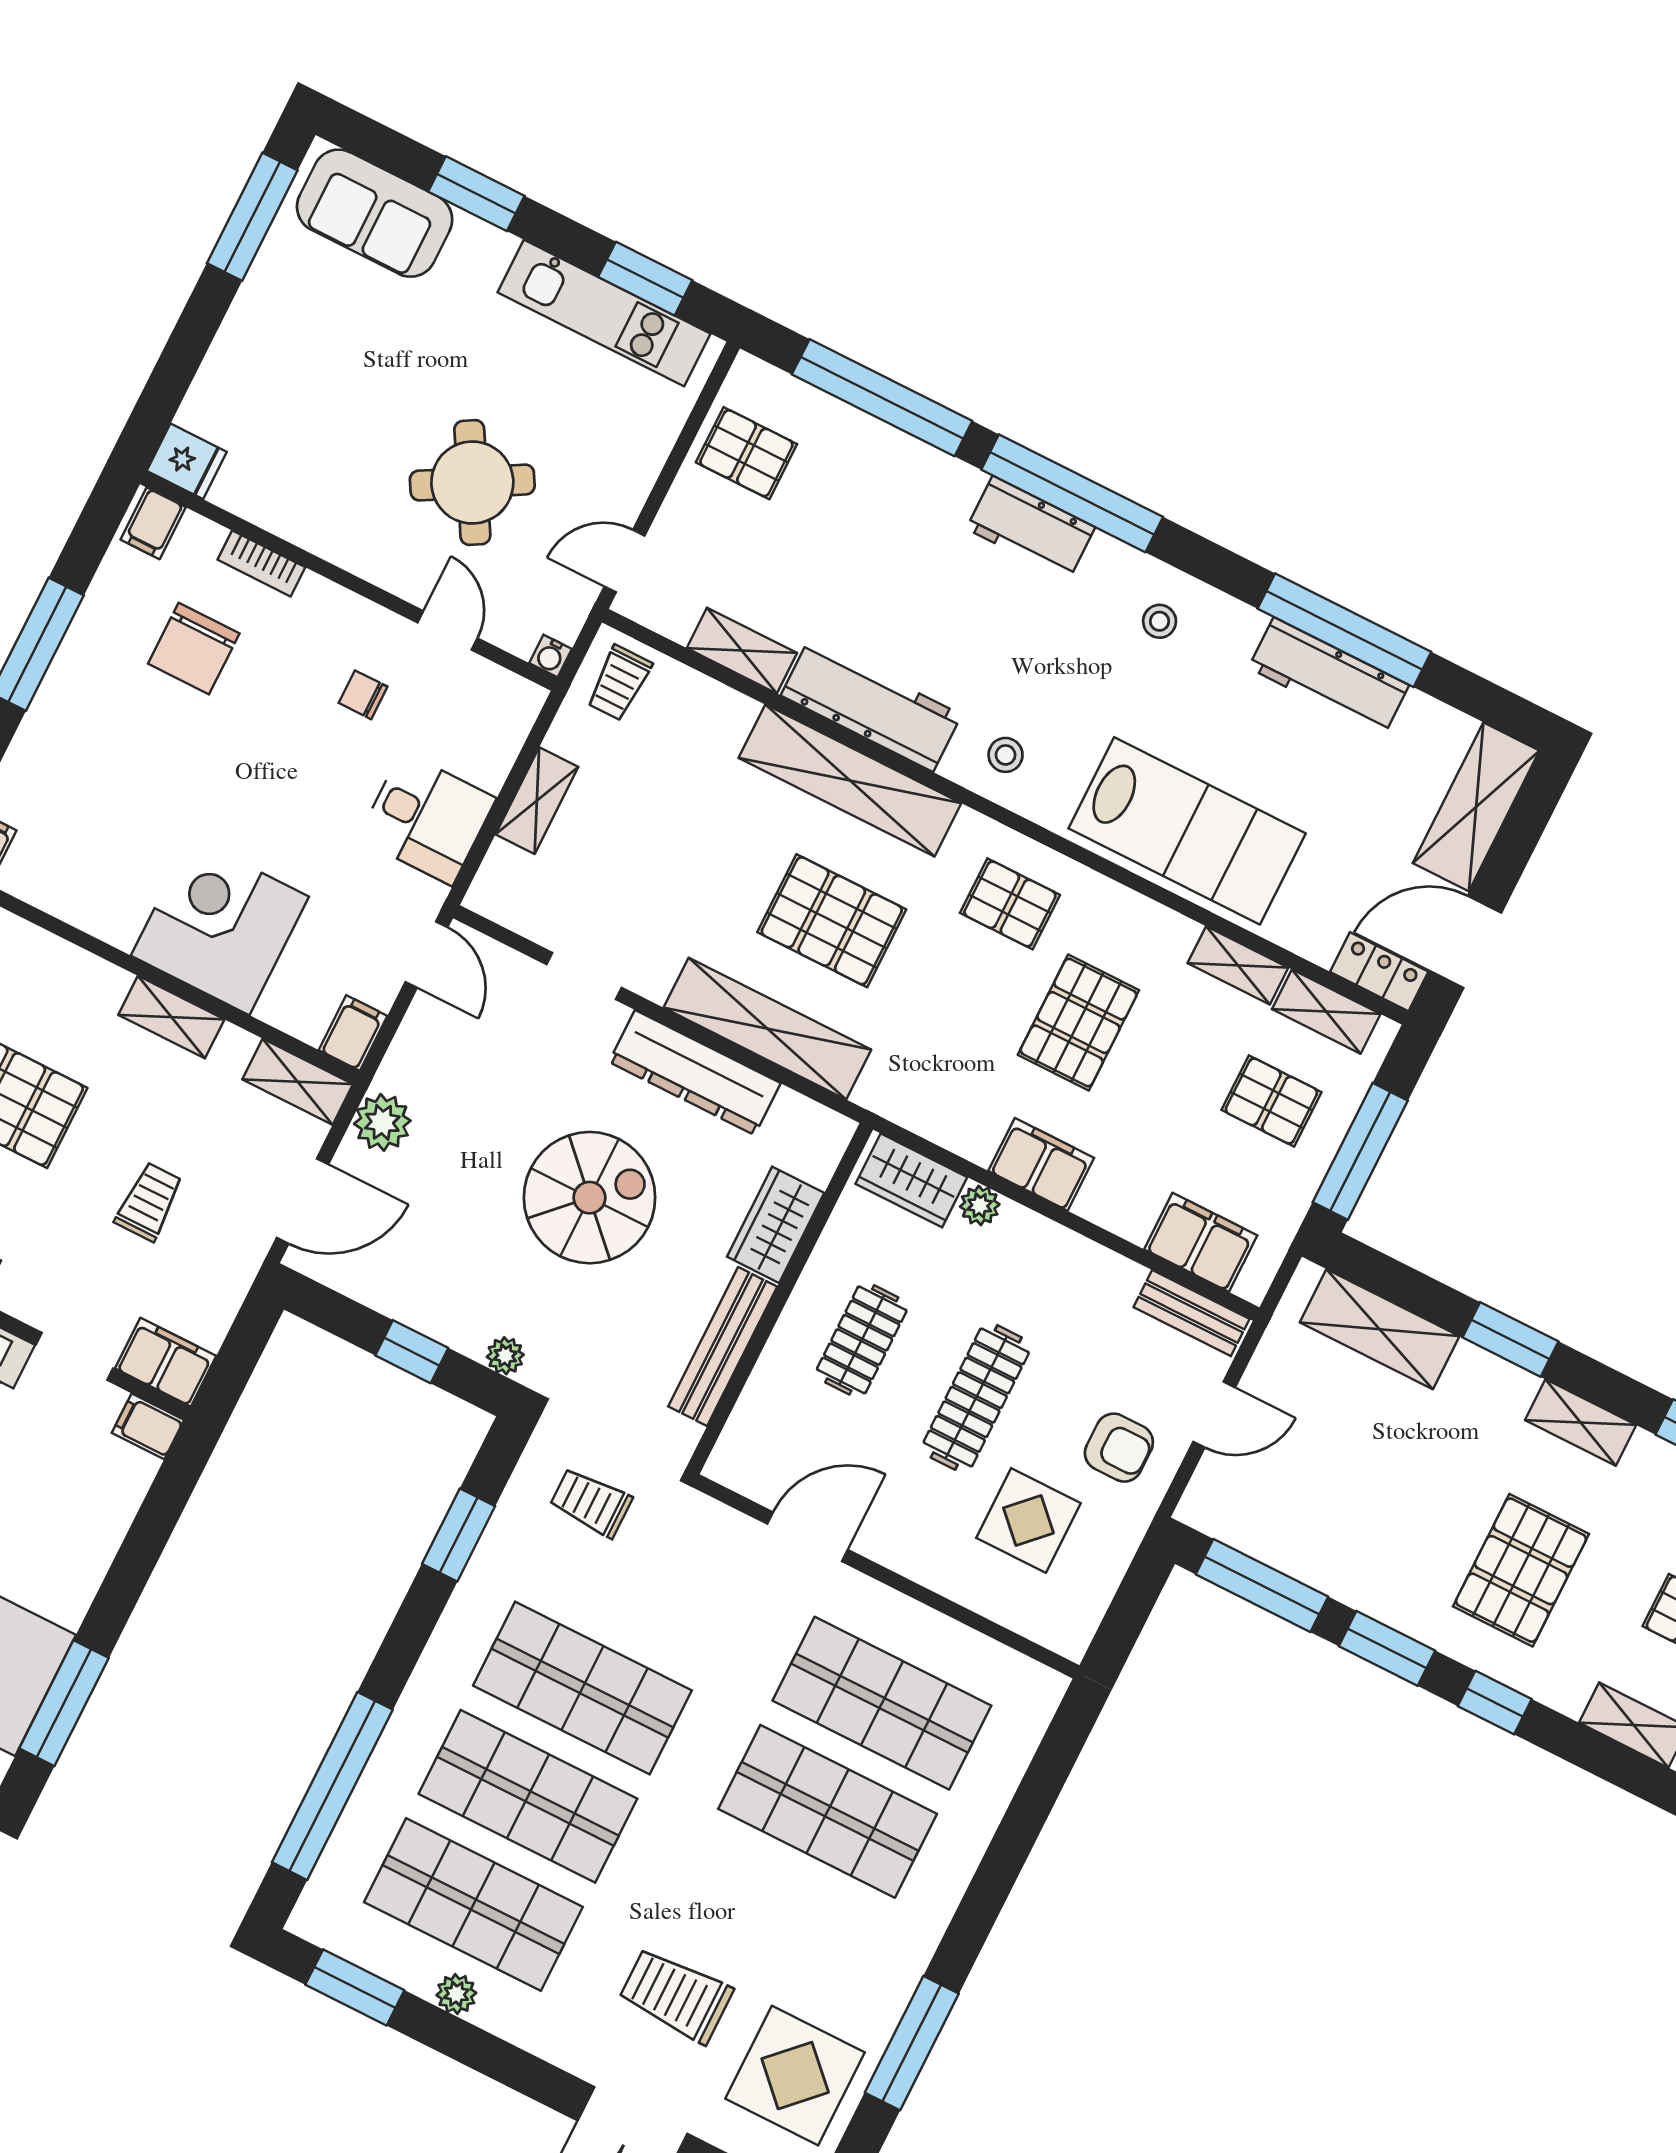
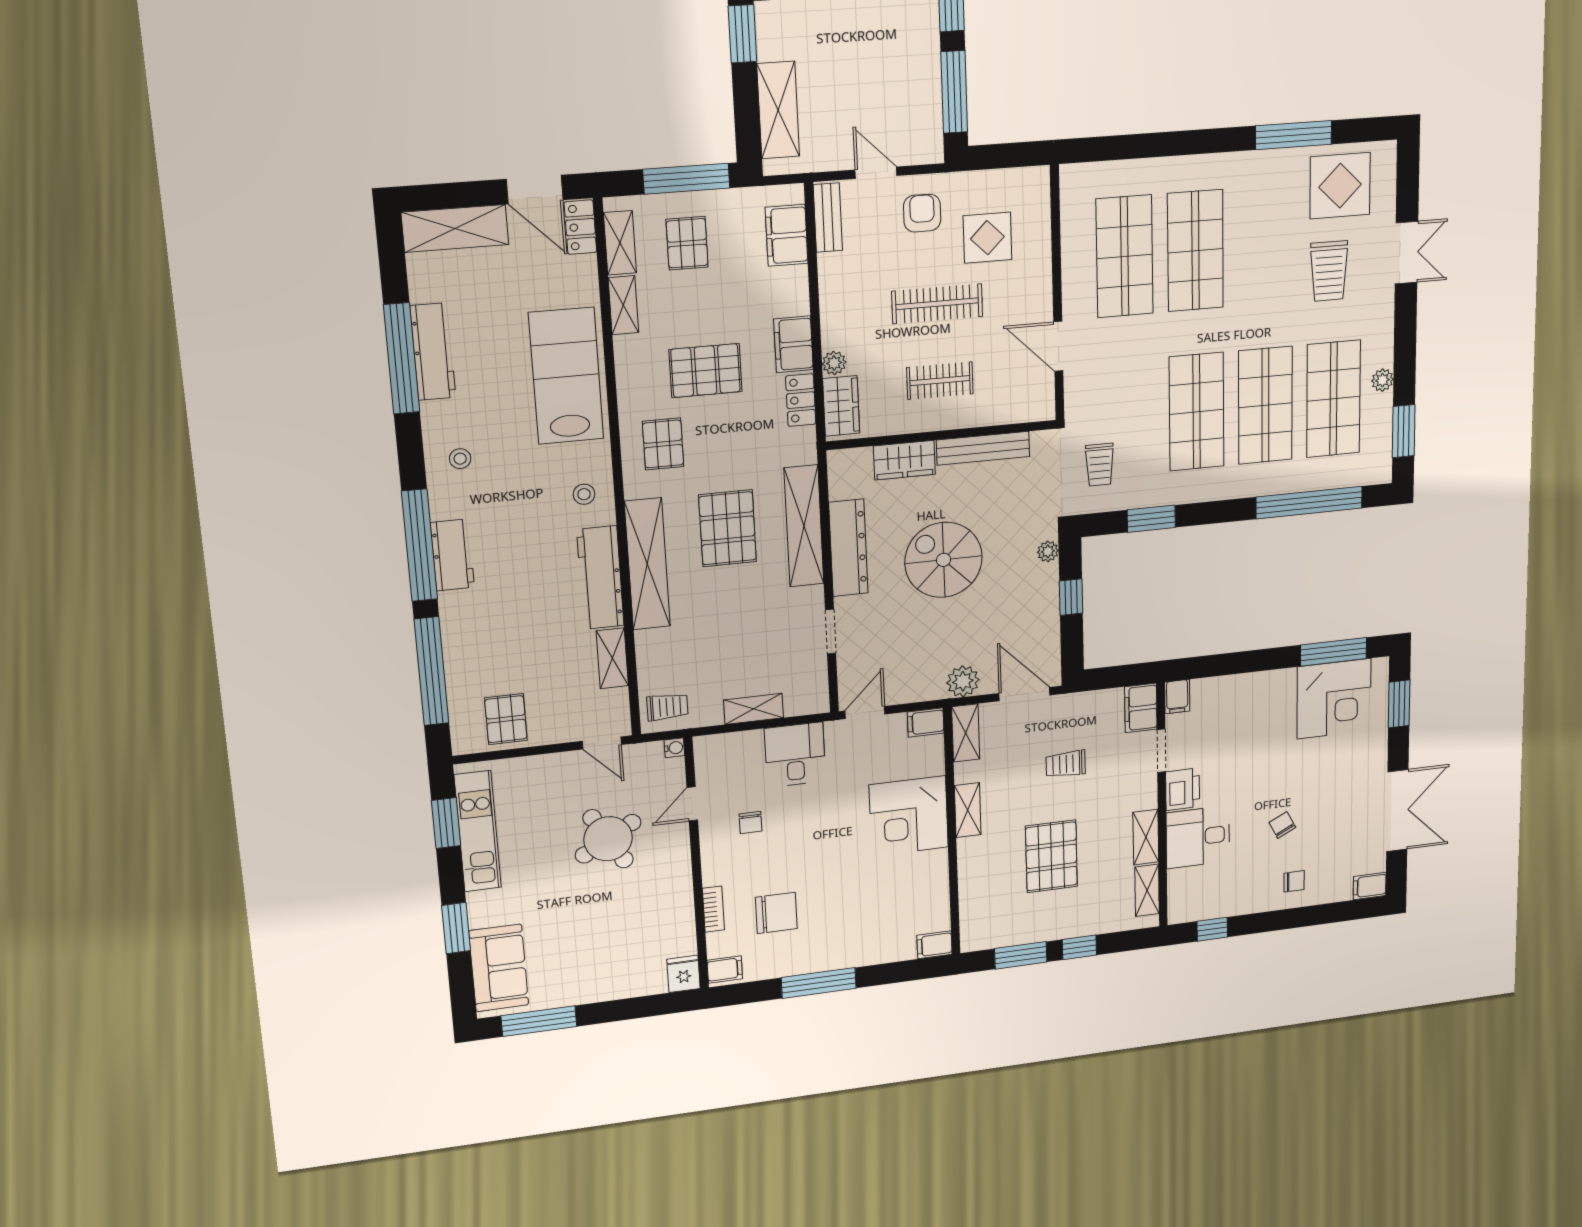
locker: (955, 1129) -> (801, 400), added

